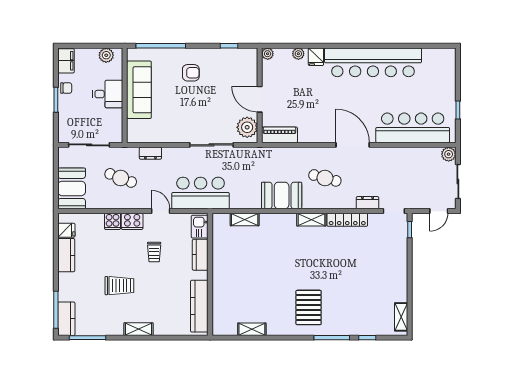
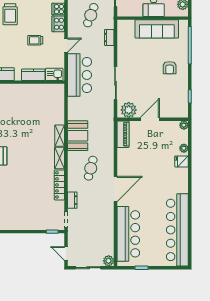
bar counter: (373, 62) -> (177, 230), moved
shelving: (245, 220) -> (60, 136), moved

